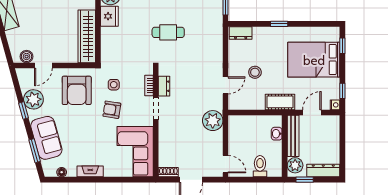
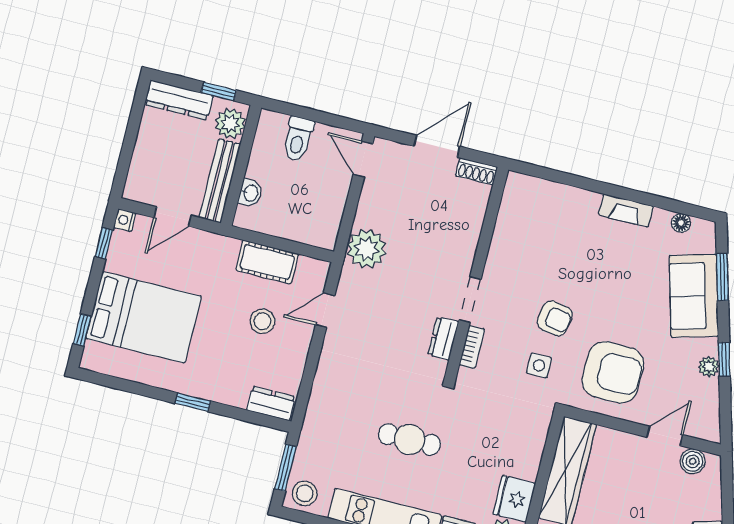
armchair: (77, 90) -> (613, 372), turned 90
plant: (33, 99) -> (709, 367), width x0.53, depth x0.53
cot: (280, 102) -> (267, 262), moved
corner sofa: (135, 152) -> (530, 227), removed

